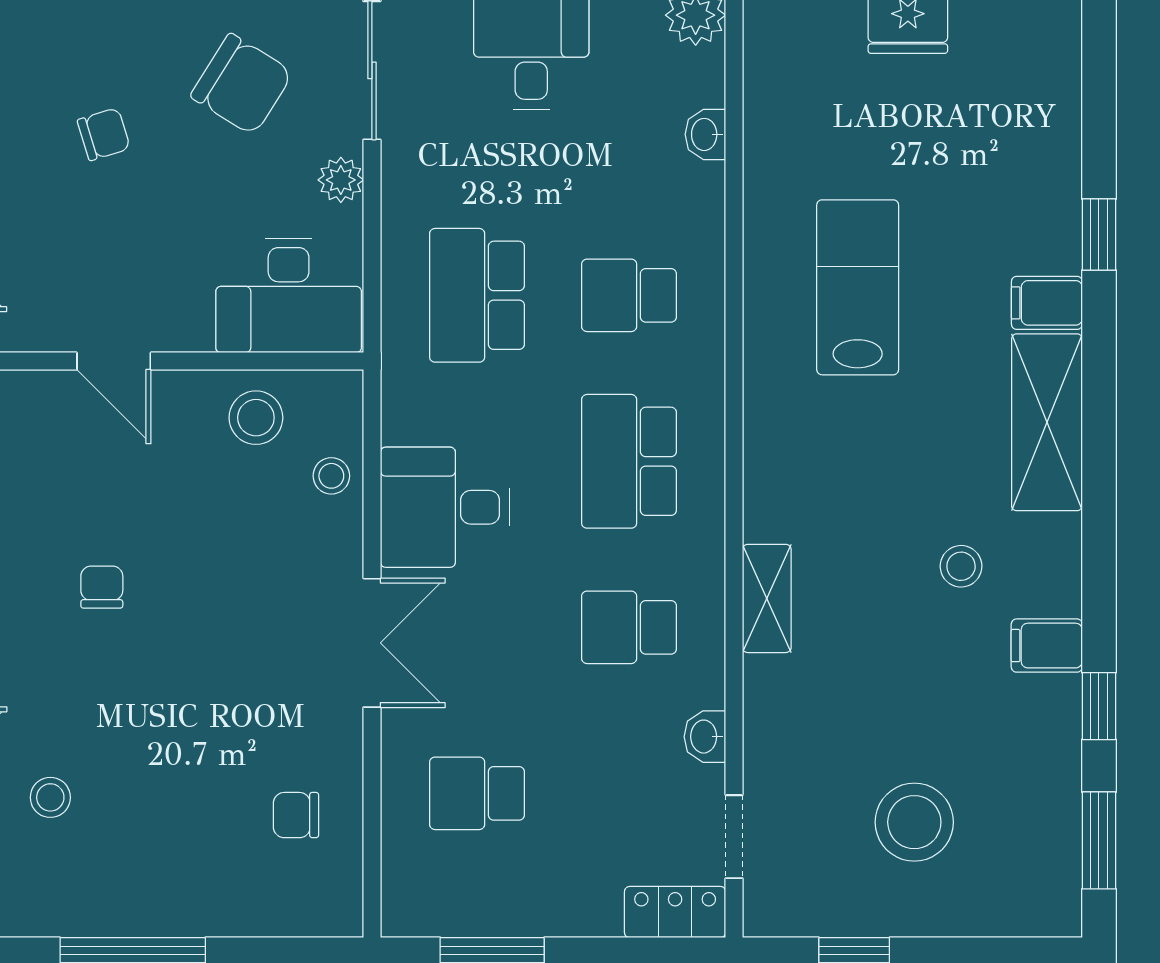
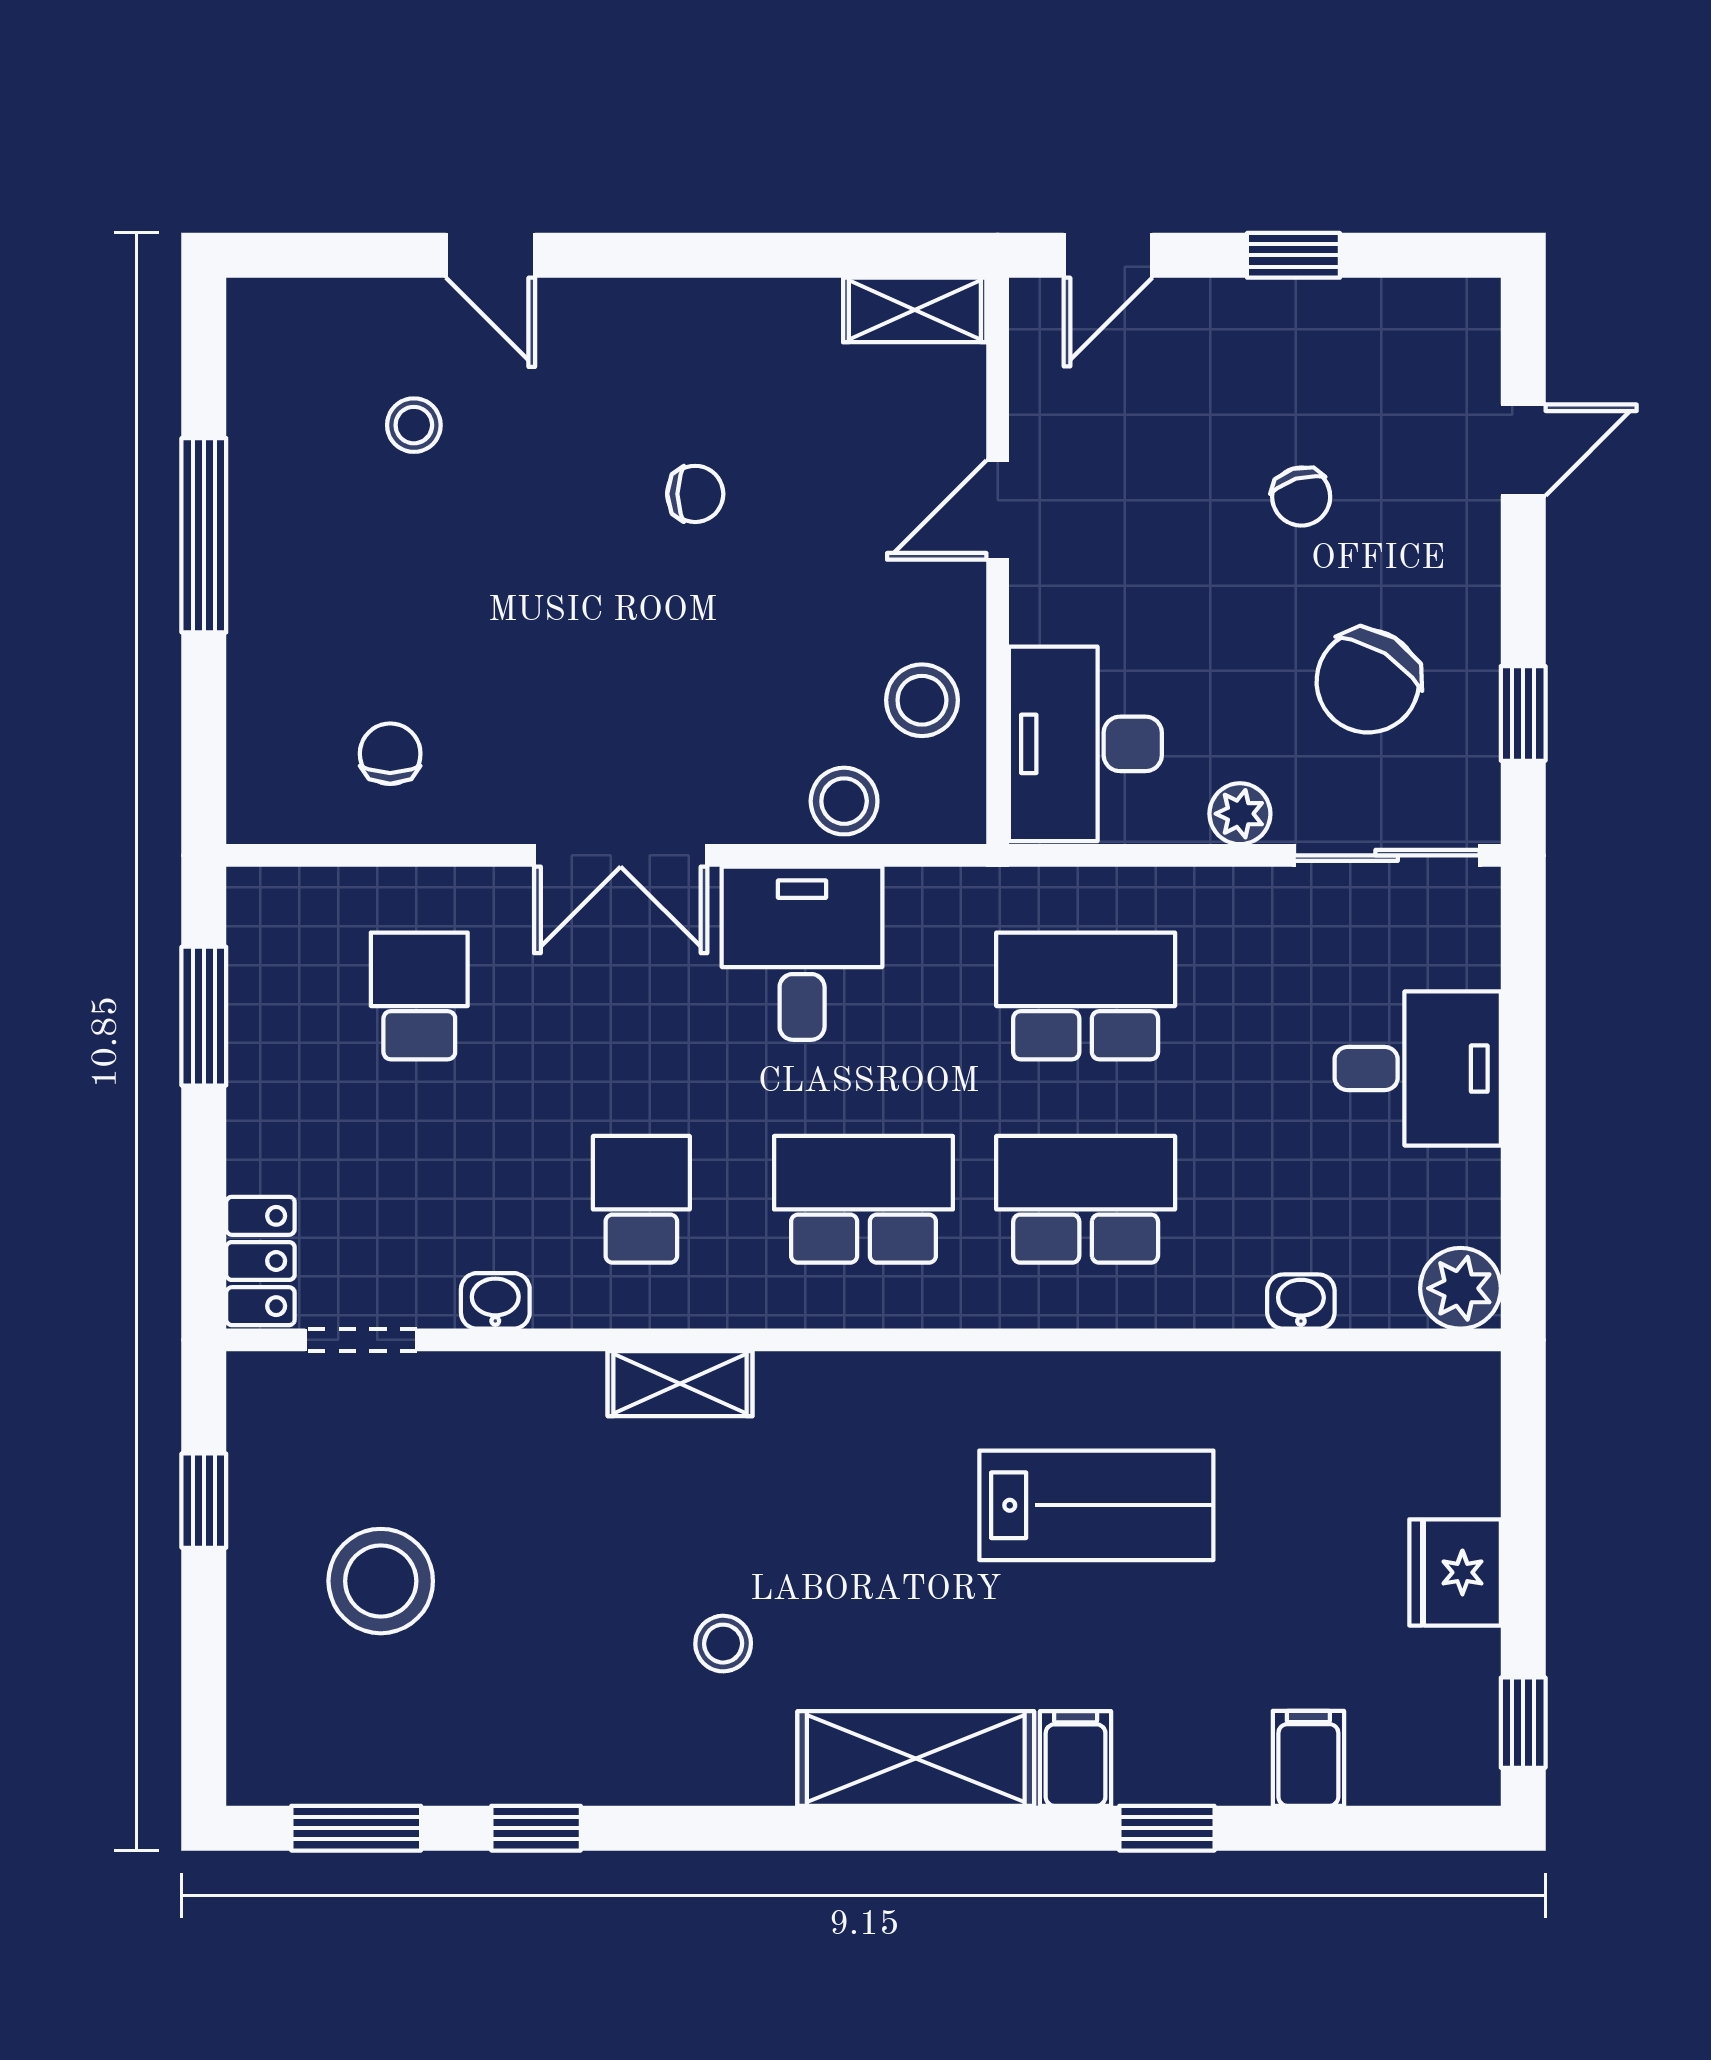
school desk: (629, 295) -> (1086, 1199), width x1.85
stool: (331, 476) -> (844, 801), width x1.37, depth x1.37
filing cabinet: (1047, 646) -> (1308, 1758), moved

